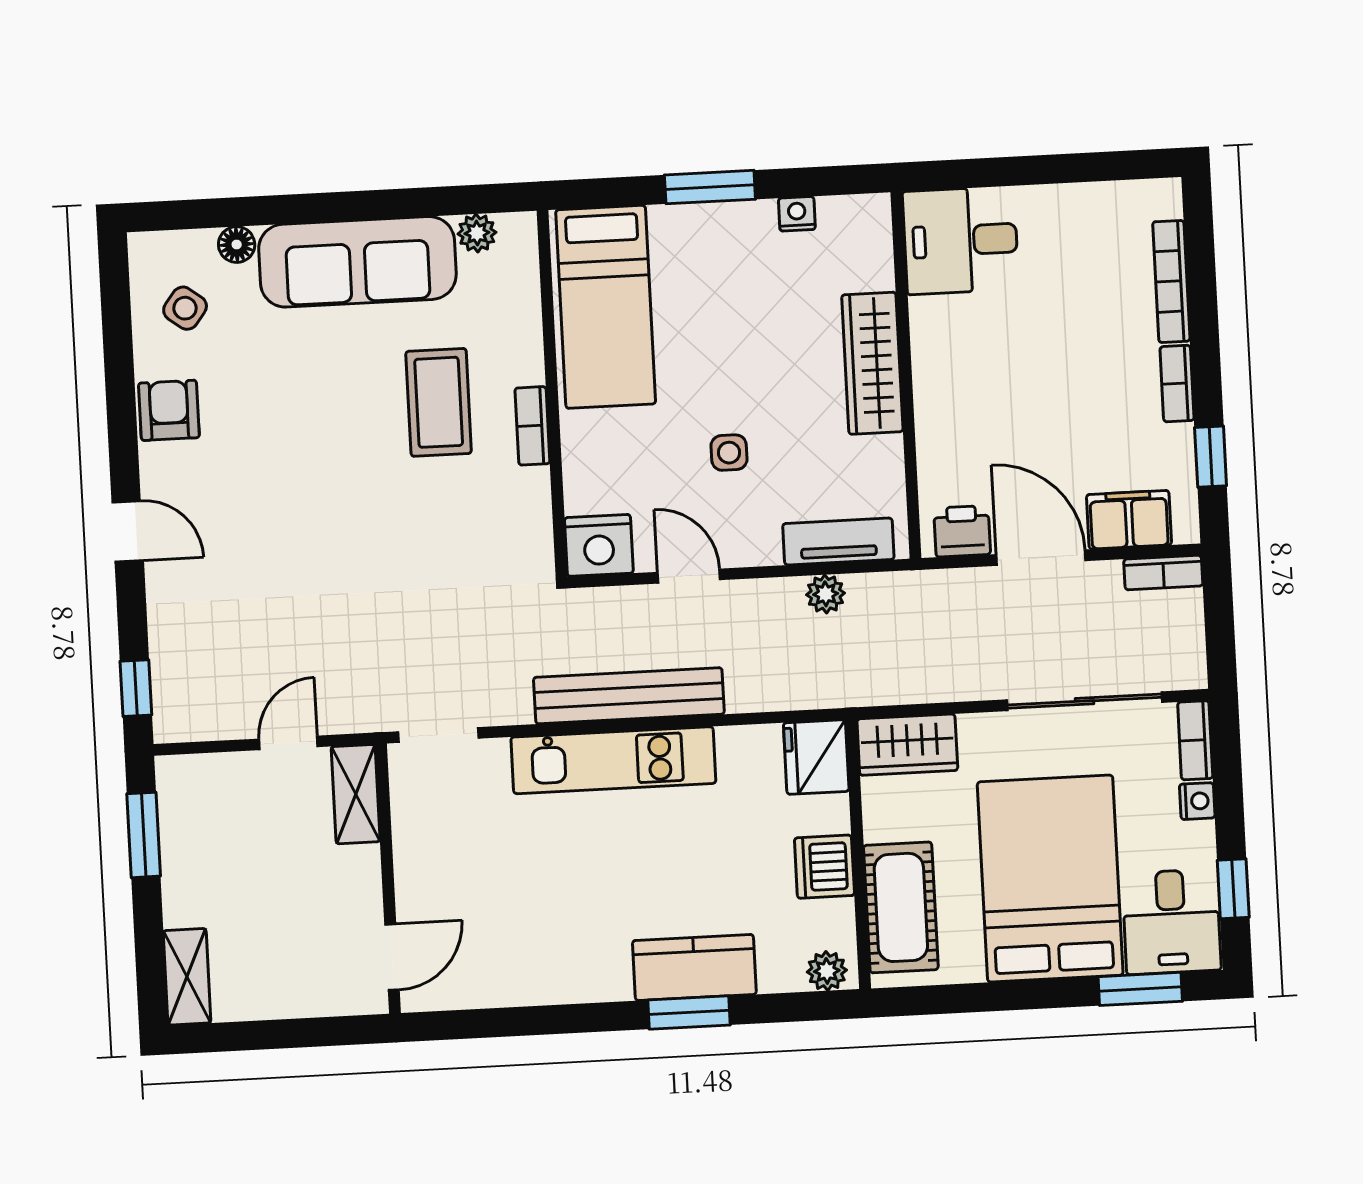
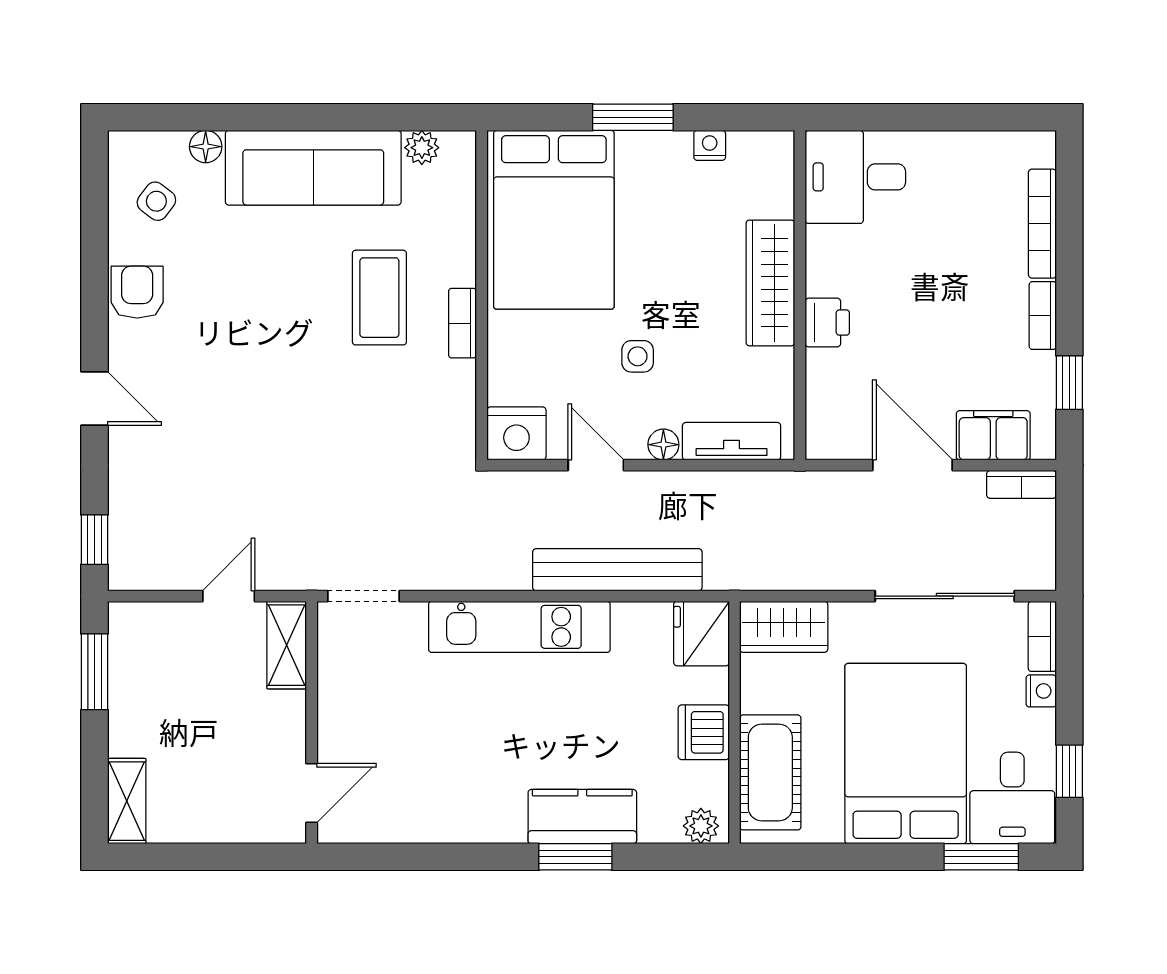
bed: (606, 307) -> (554, 220), width x1.50
printer: (962, 531) -> (827, 323), moved, turned 90
floor lamp: (763, 549) -> (663, 445), added
plant: (826, 594) -> (718, 488), removed
bench: (629, 696) -> (617, 570), moved

